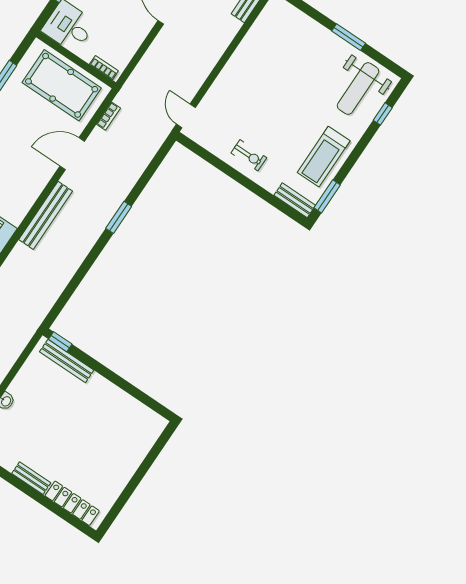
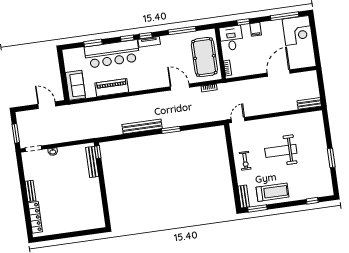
weight bench: (358, 88) -> (281, 151), moved
treadmill: (324, 157) -> (272, 192), turned 180
bench: (46, 215) -> (142, 126), moved

